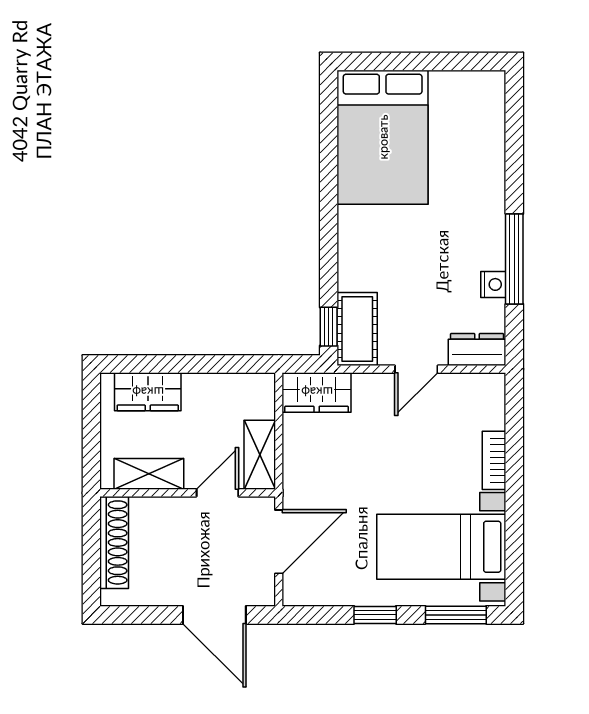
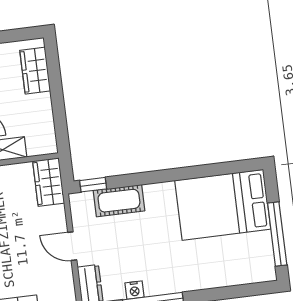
window: (436, 61) -> (277, 234), added
cot: (357, 329) -> (119, 201), moved

